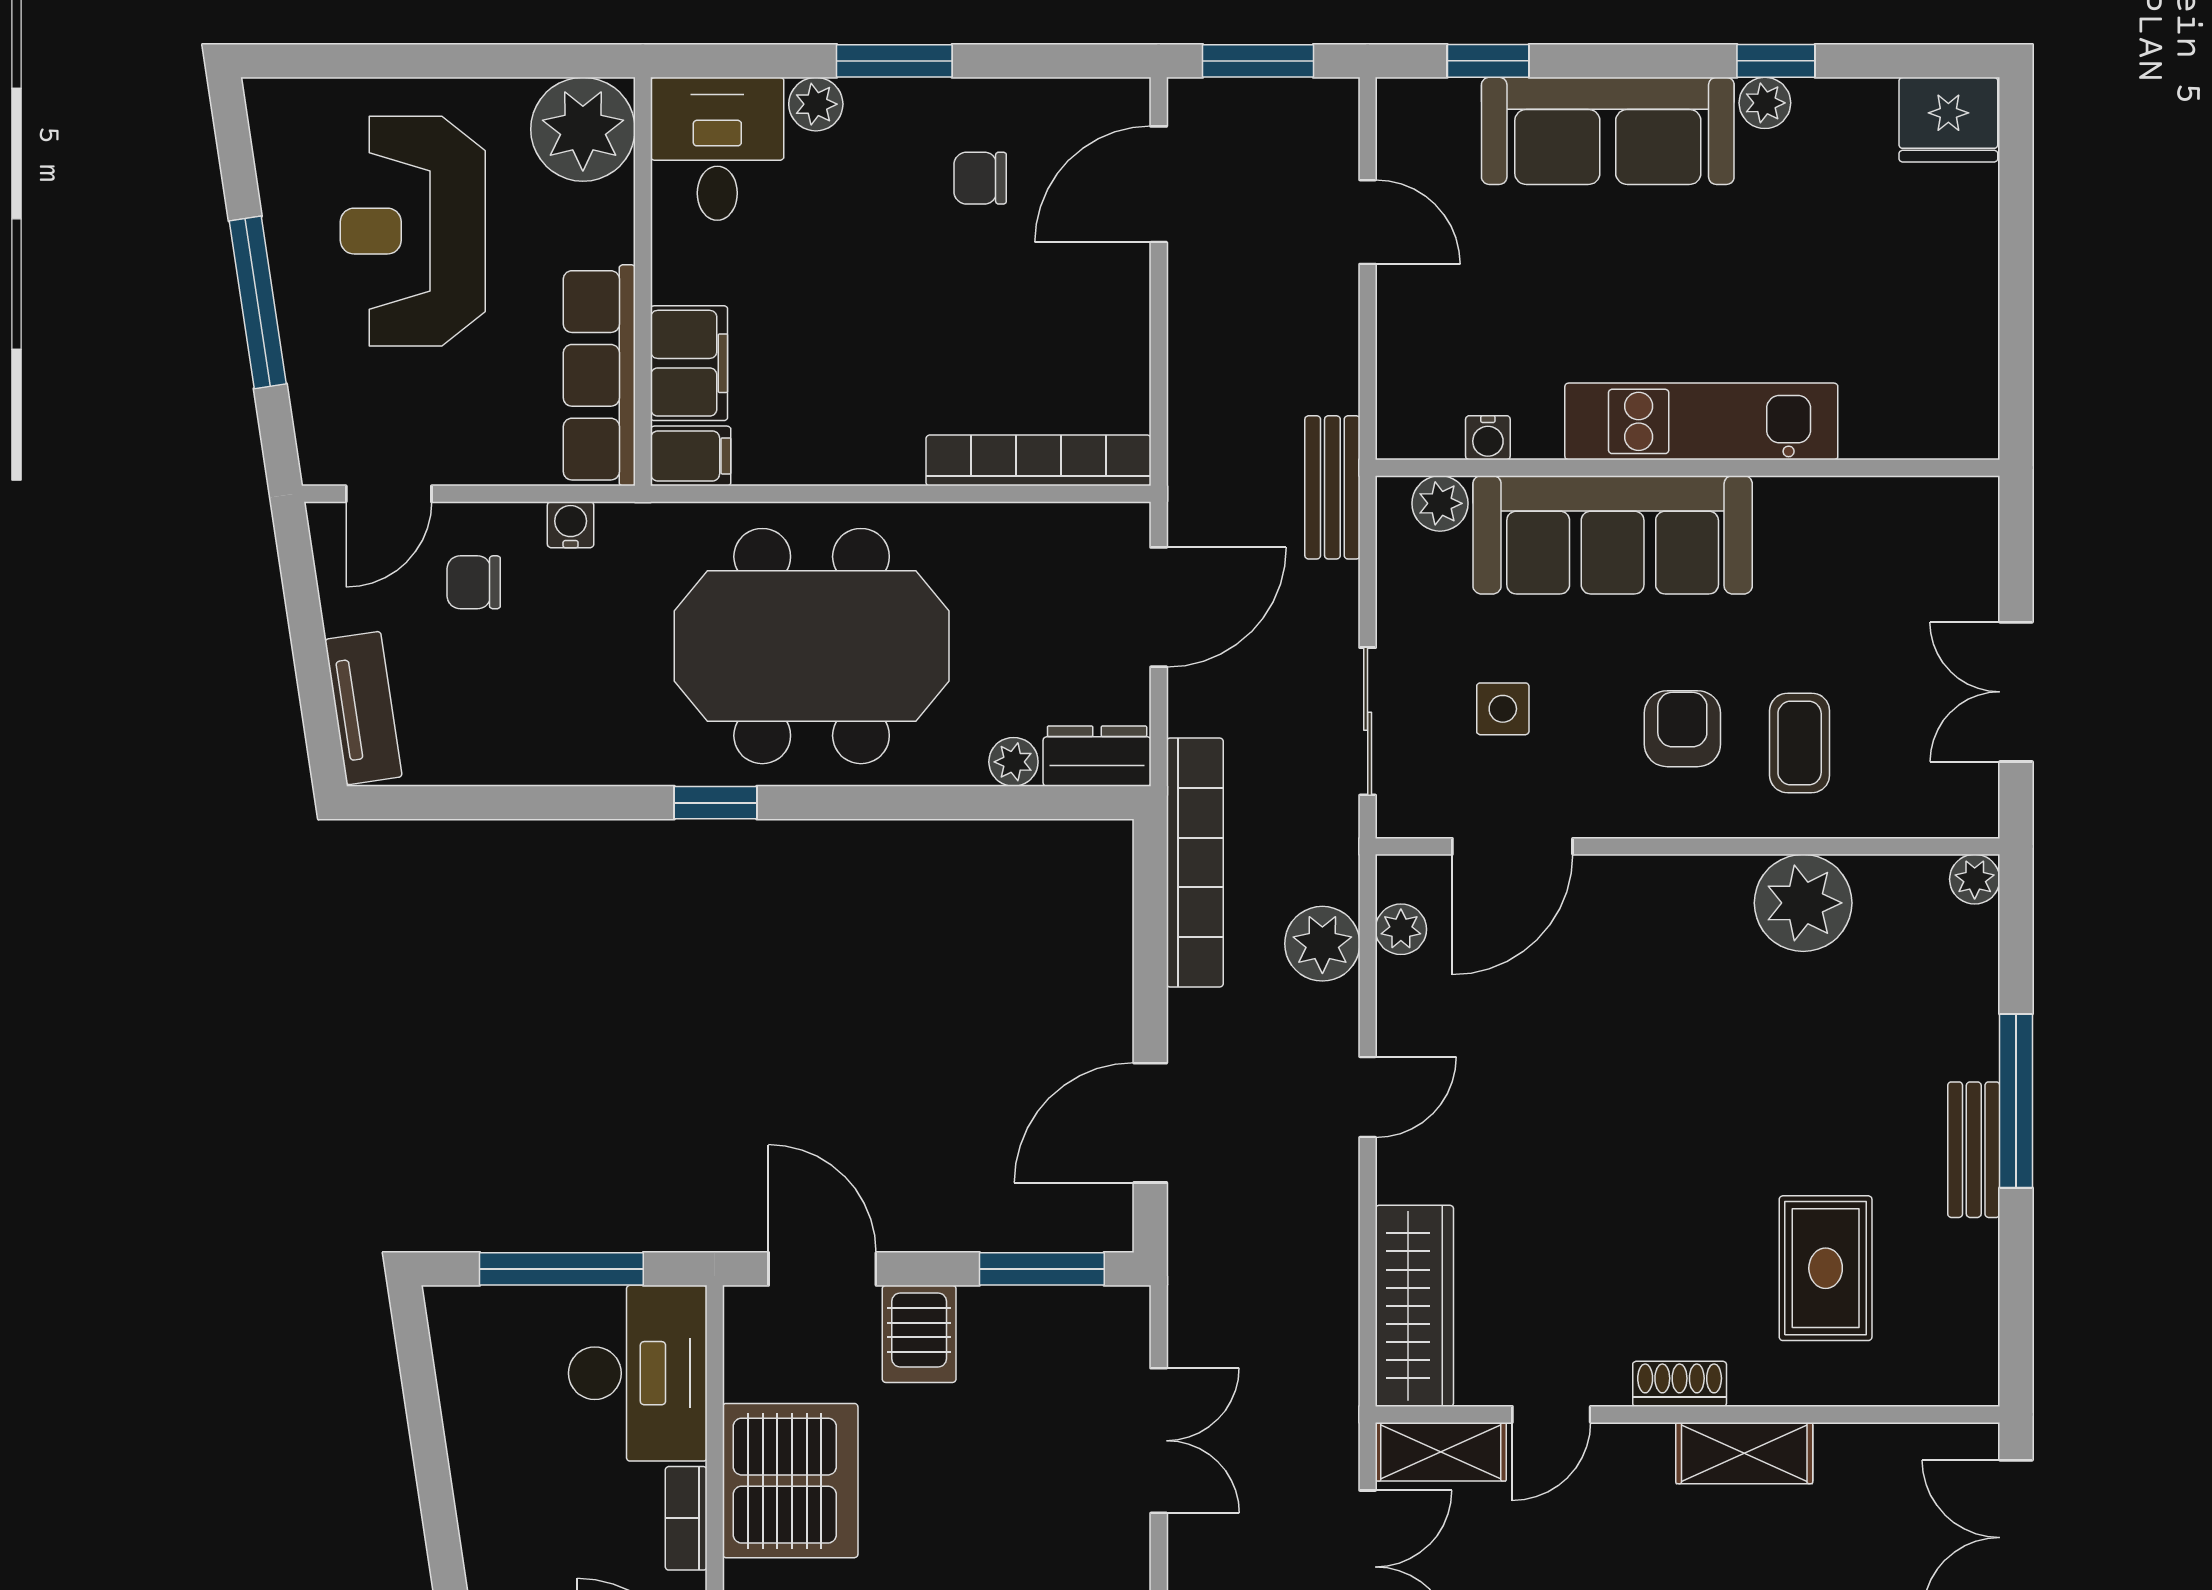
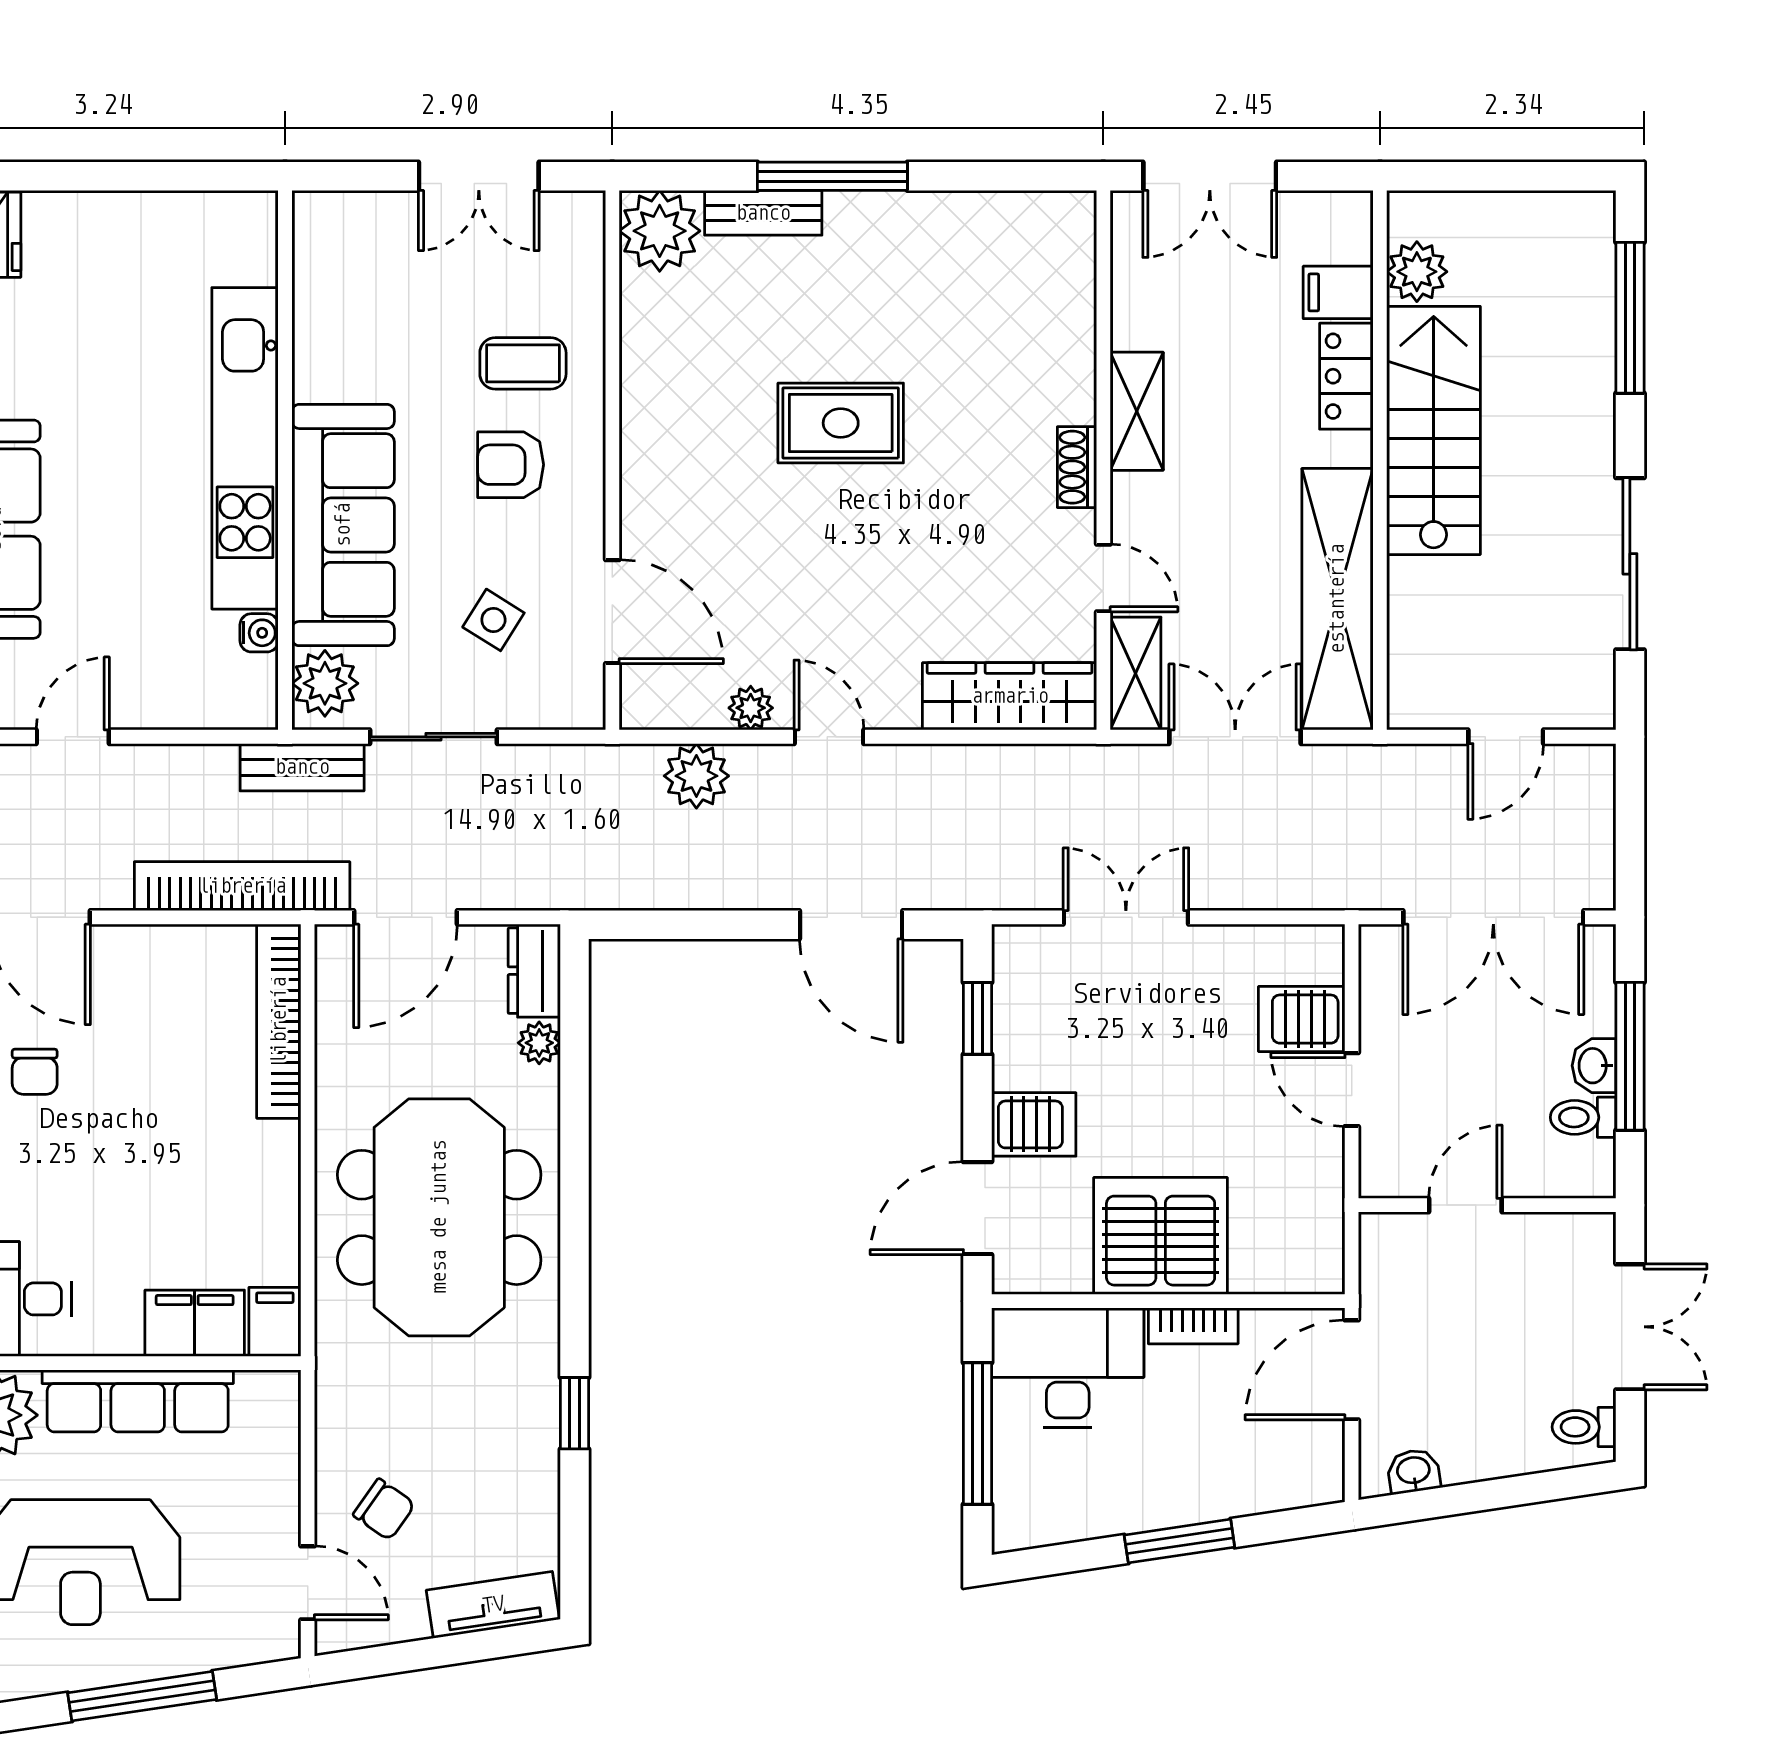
row of seats: (599, 375) -> (138, 1401), moved
kitchen unit: (1701, 421) -> (245, 448), width x1.36
plant: (1440, 503) -> (325, 683), width x1.38, depth x1.38
water cooler: (571, 525) -> (334, 1426), removed
chair: (474, 582) -> (384, 1509), turned -55
door: (1159, 607) -> (405, 917), swing flipped
side table: (1503, 709) -> (493, 620), turned 32
sliding door: (1368, 721) -> (433, 737), moved
window: (715, 803) -> (575, 1413), moved
bookcase: (1195, 862) -> (242, 886), moved
plant: (1975, 879) -> (660, 231), width x1.88, depth x1.88
plant: (1803, 903) -> (661, 360), removed
plant: (1401, 929) -> (751, 708), moved
bench: (1974, 1150) -> (763, 213), moved
rug: (1826, 1268) -> (841, 423), moved
window: (1042, 1269) -> (978, 1018), width x0.67
window: (437, 1502) -> (1179, 1541), added

